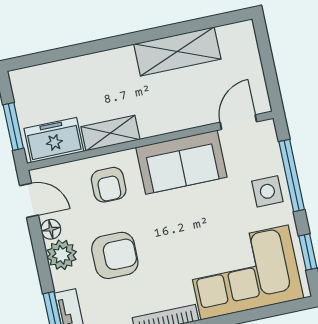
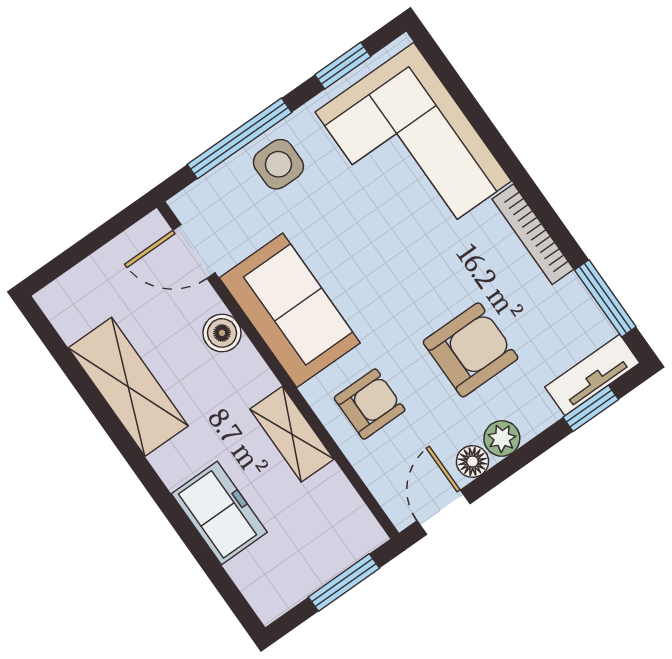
boiler: (185, 118) -> (222, 333), added
freezer: (54, 140) -> (219, 513), moved, turned 180
plant: (62, 255) -> (502, 438), width x0.73, depth x0.73
armchair: (115, 255) -> (471, 350), turned 90

